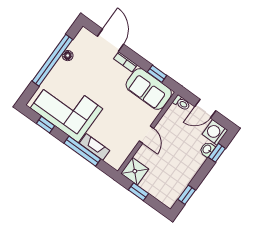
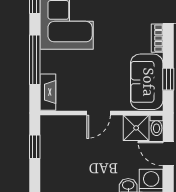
fireplace: (94, 147) -> (48, 92), moved
shower: (135, 171) -> (136, 128), moved

